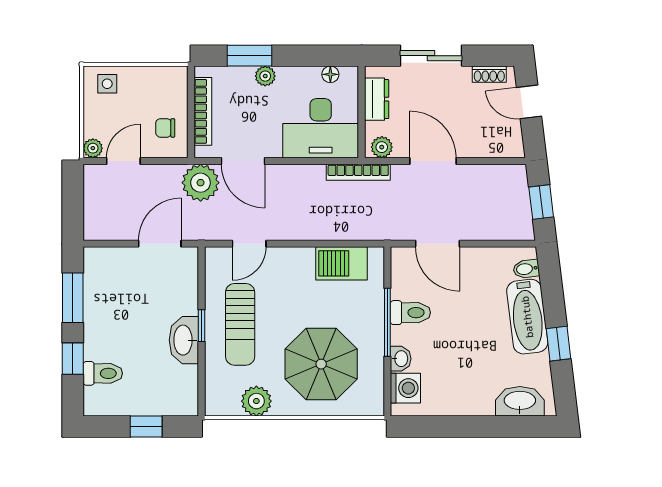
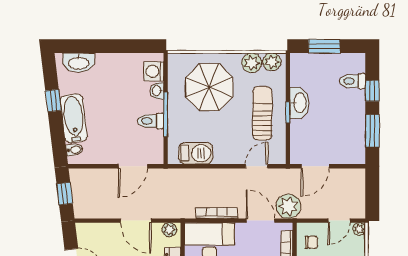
bookcase: (358, 172) -> (217, 213), moved
door: (437, 244) -> (133, 166), swing flipped
plant: (226, 403) -> (272, 62), added
window: (146, 426) -> (324, 46), width x1.50

